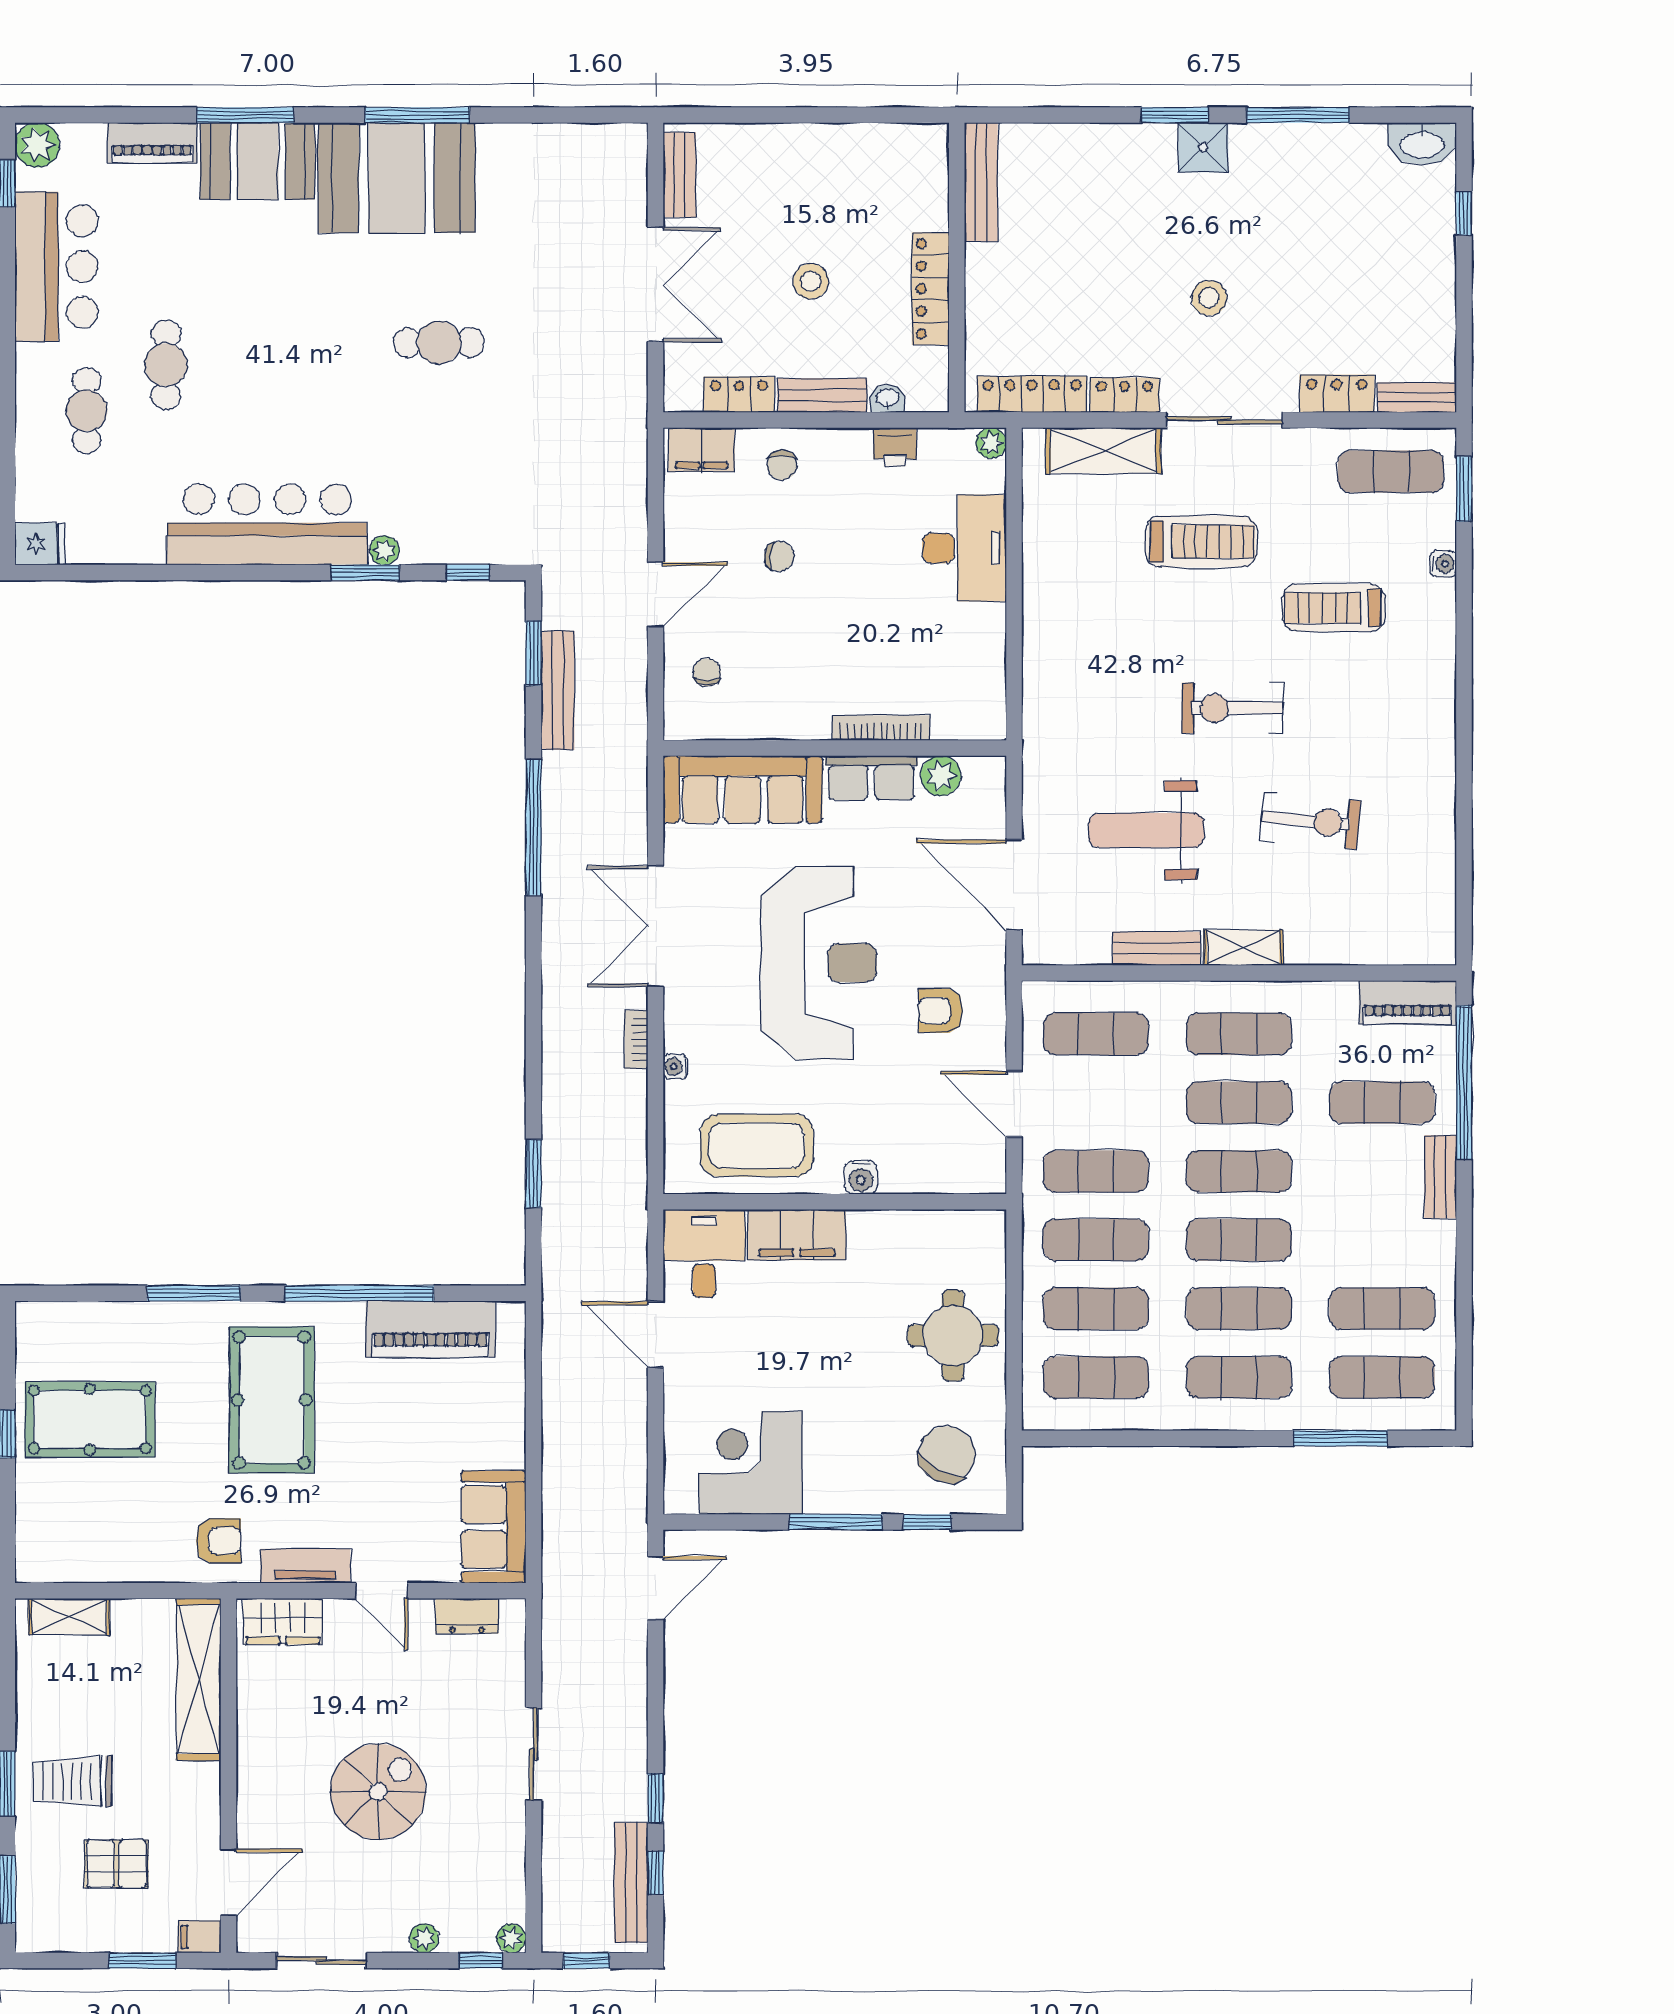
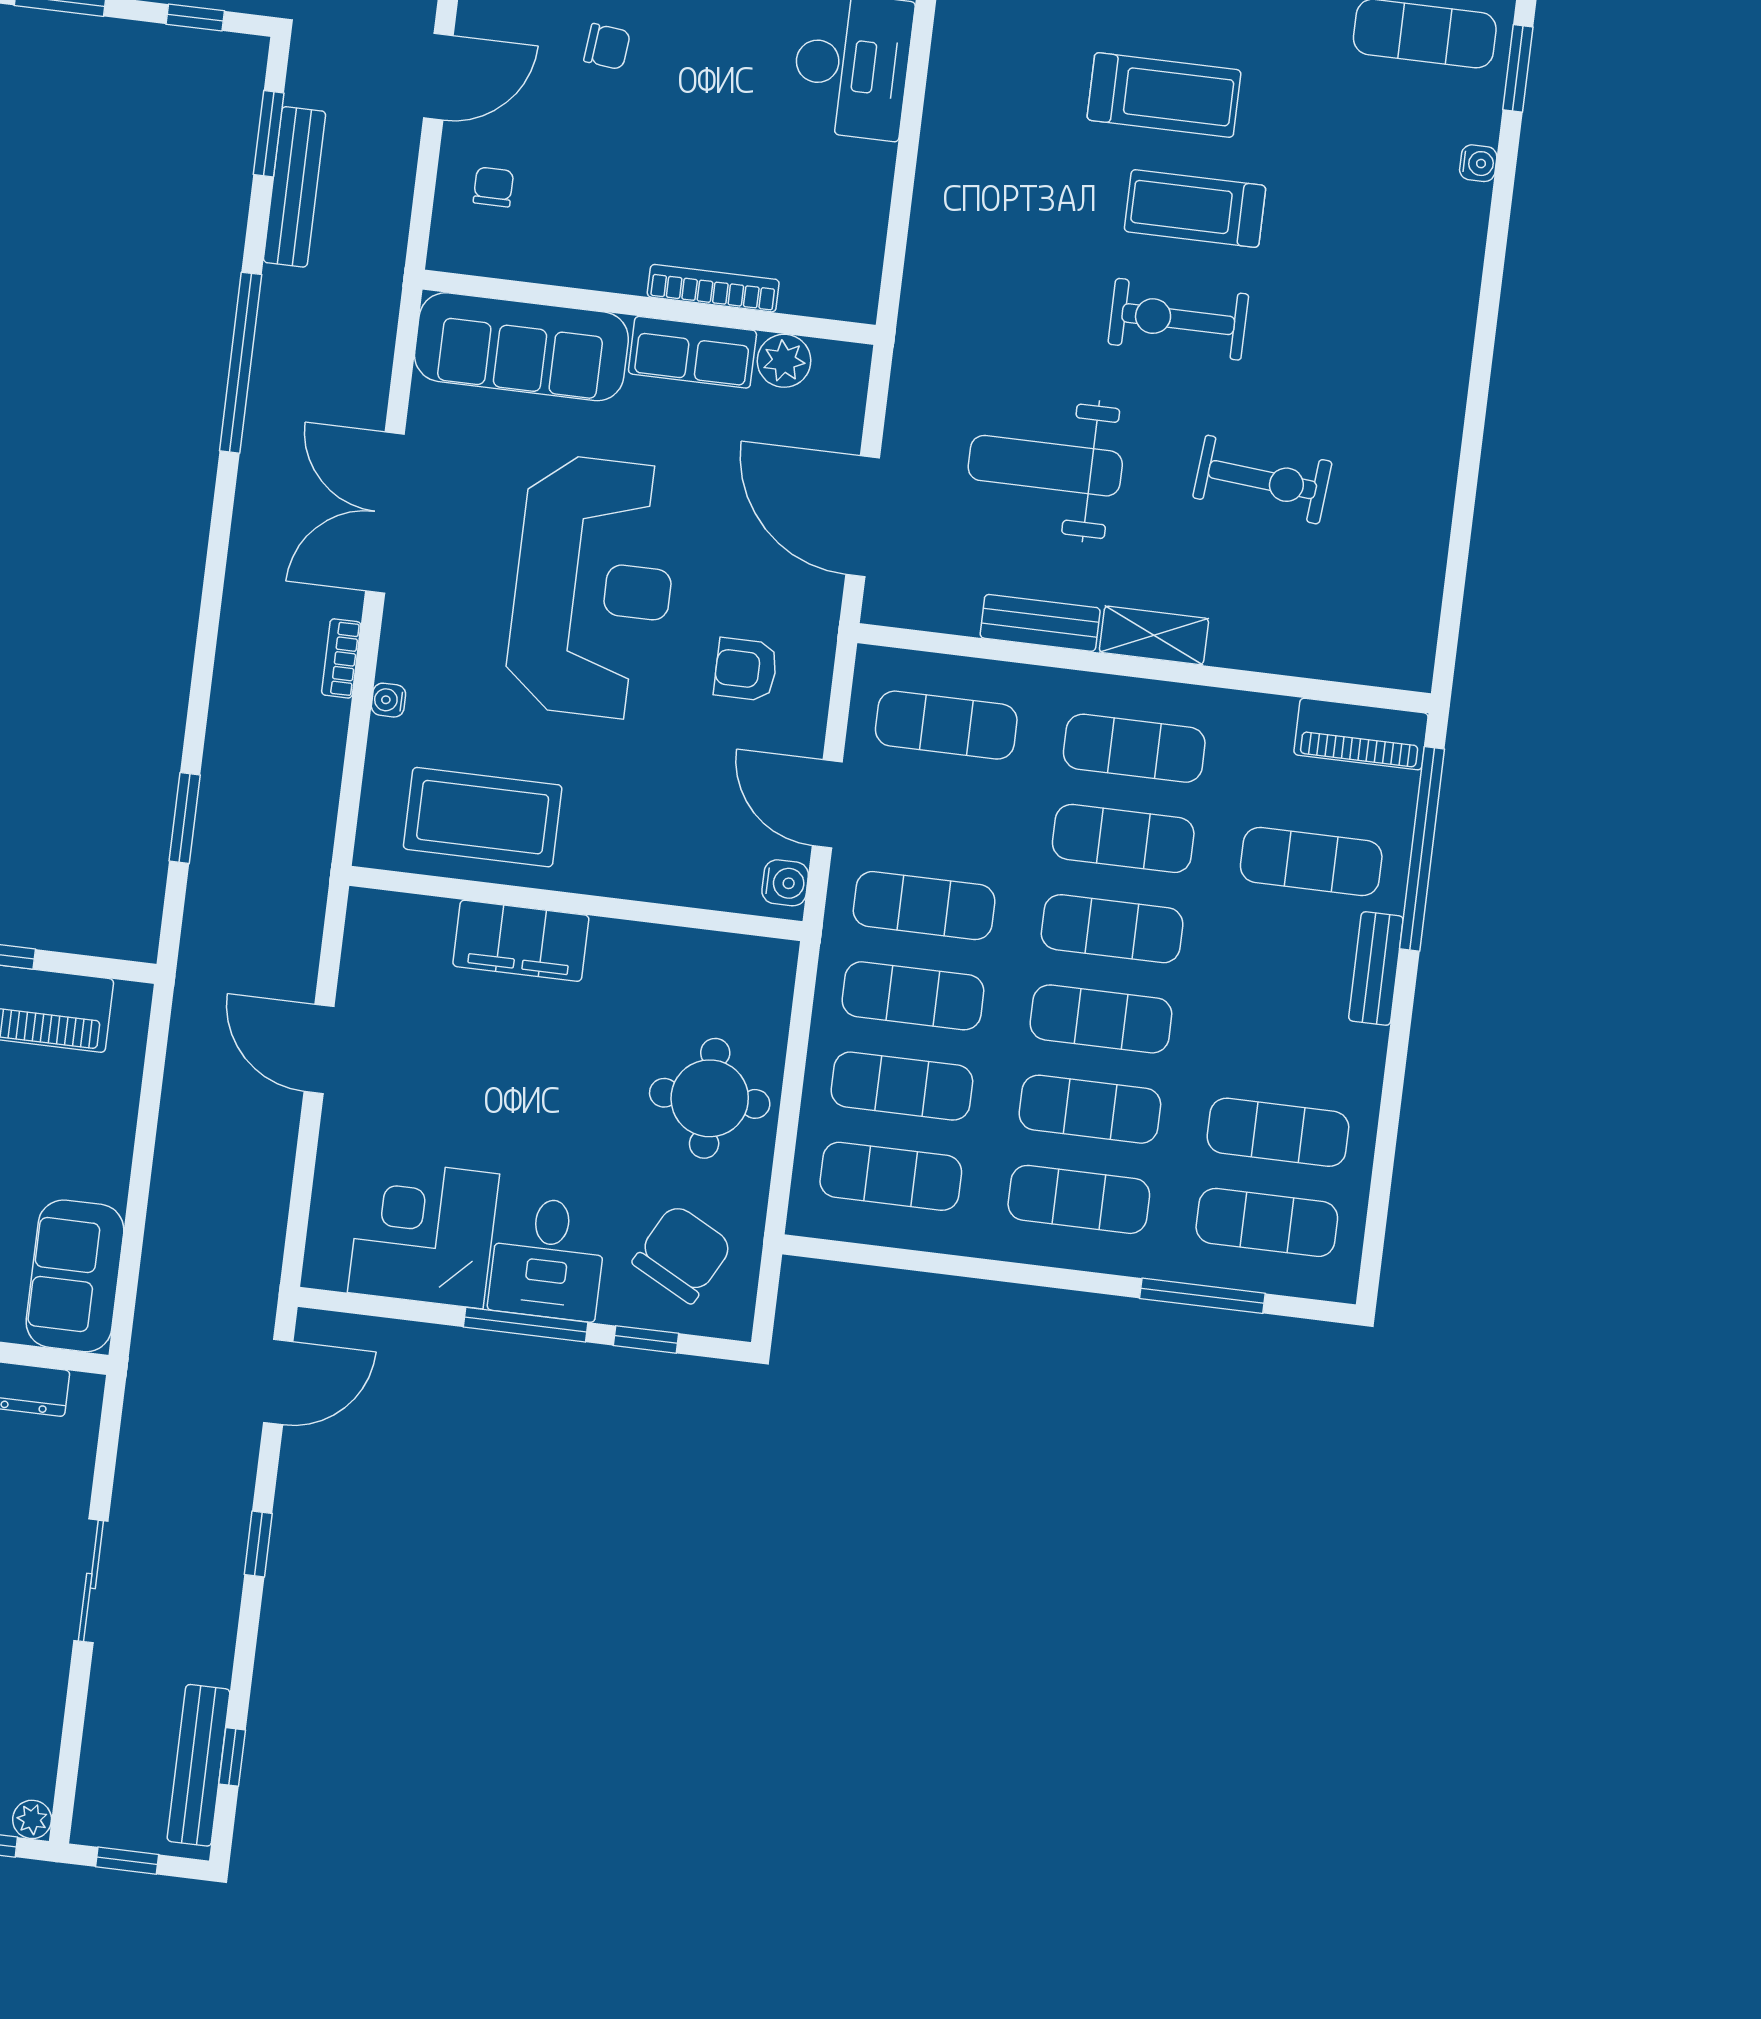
treadmill: (1334, 608) -> (1195, 209), moved
water cooler: (861, 1177) -> (785, 883), moved, turned -90
desk: (704, 1253) -> (548, 1258), moved, turned 180
window: (656, 1798) -> (258, 1544), moved

